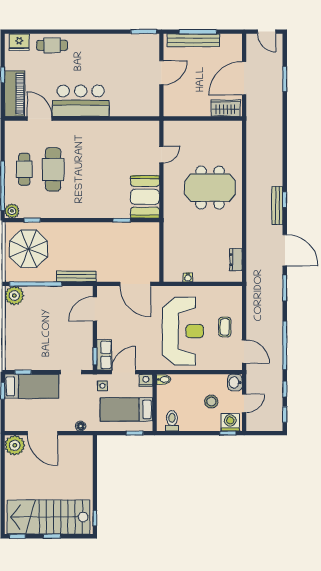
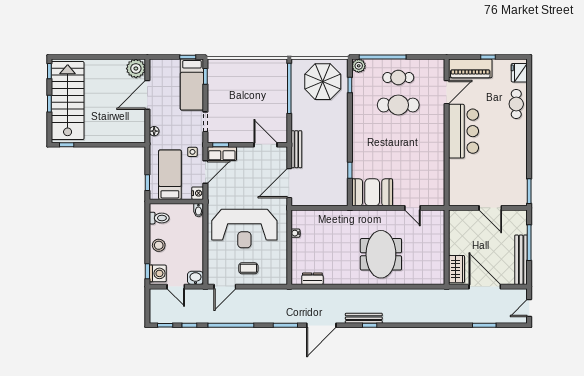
bench: (193, 40) -> (521, 260), moved
bench: (76, 276) -> (296, 149), moved
plant: (14, 296) -> (278, 68), removed
door: (124, 372) -> (205, 172), hinge flipped
stool: (211, 402) -> (159, 245), moved

